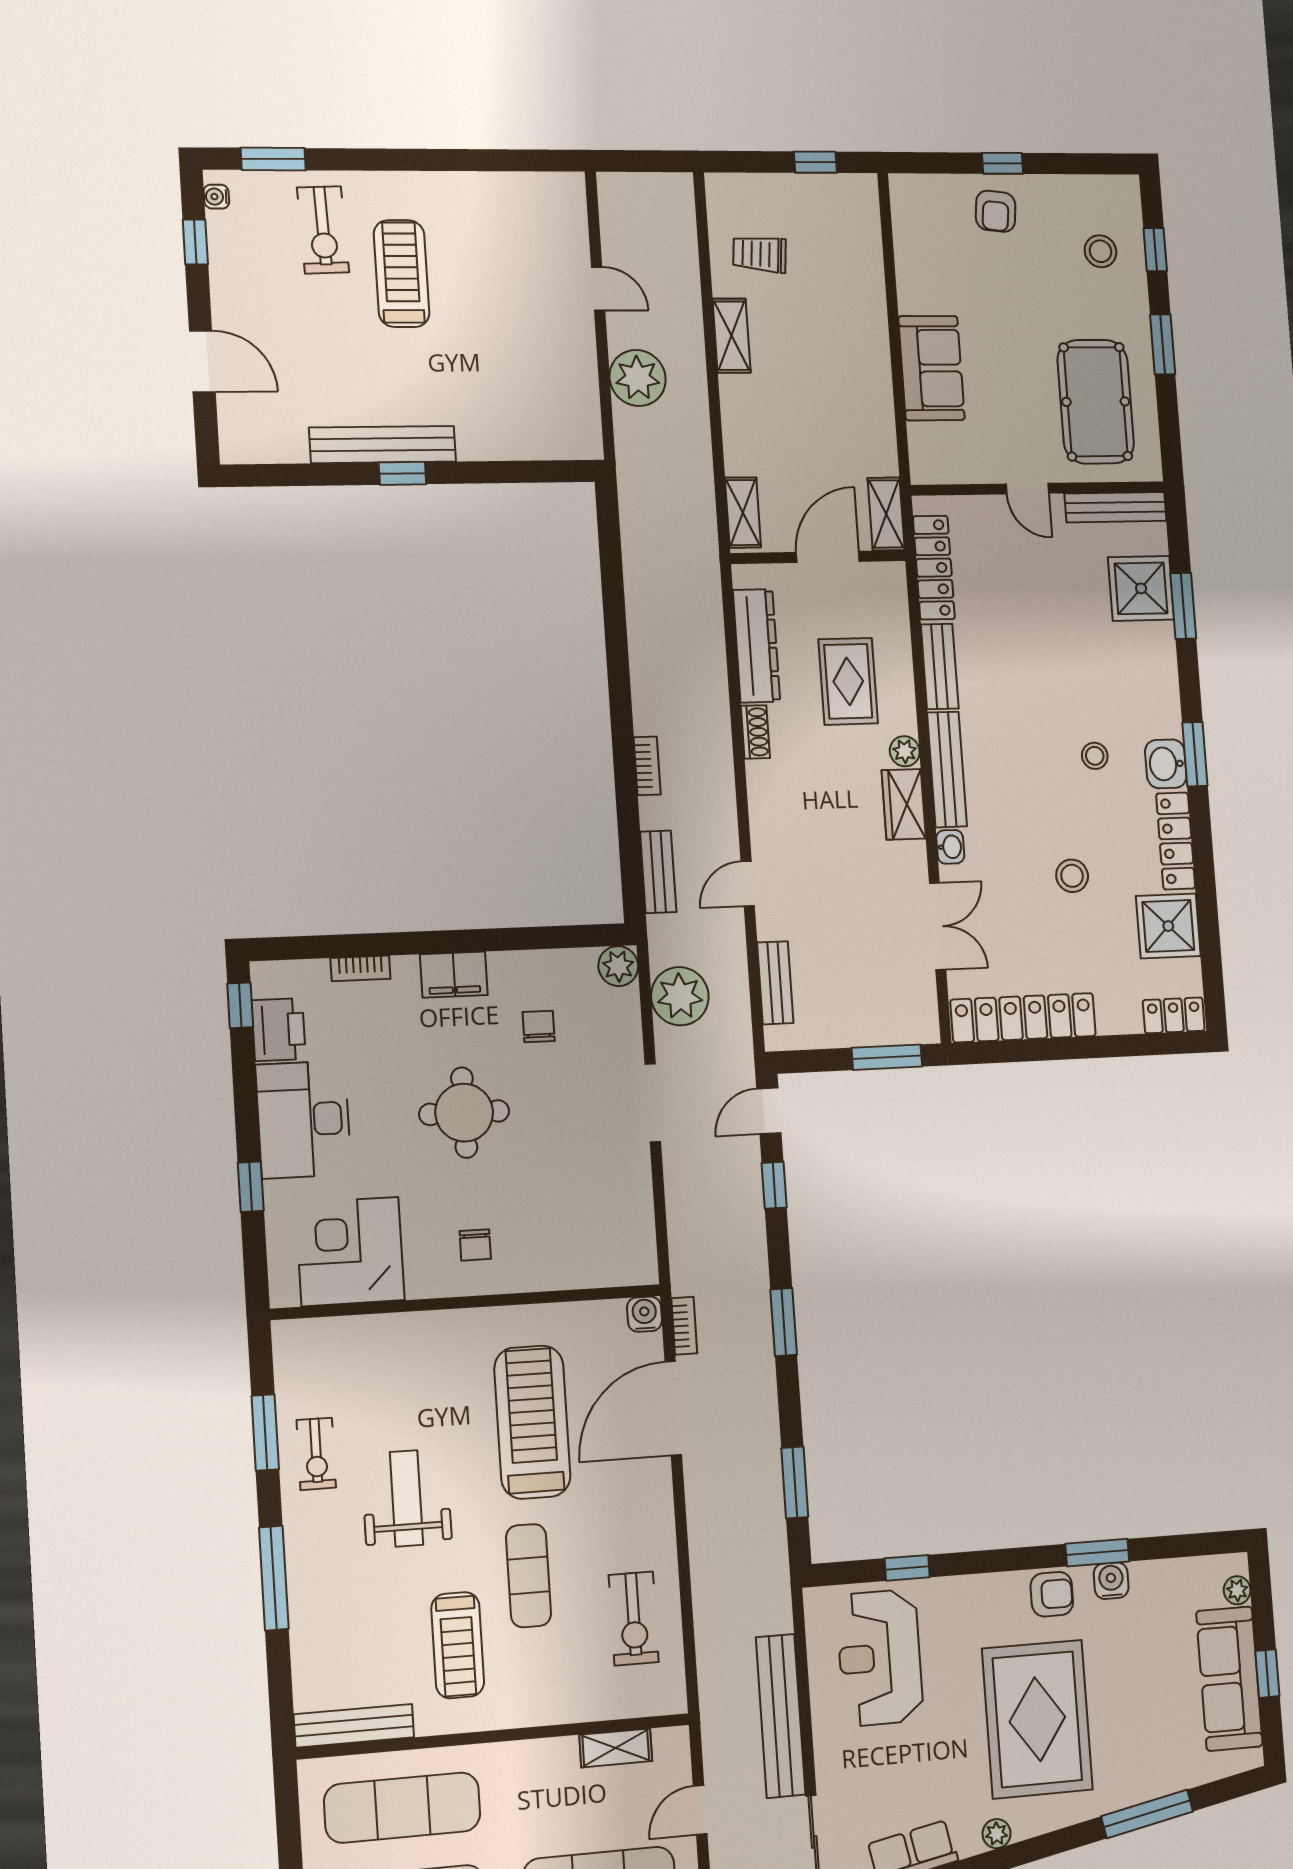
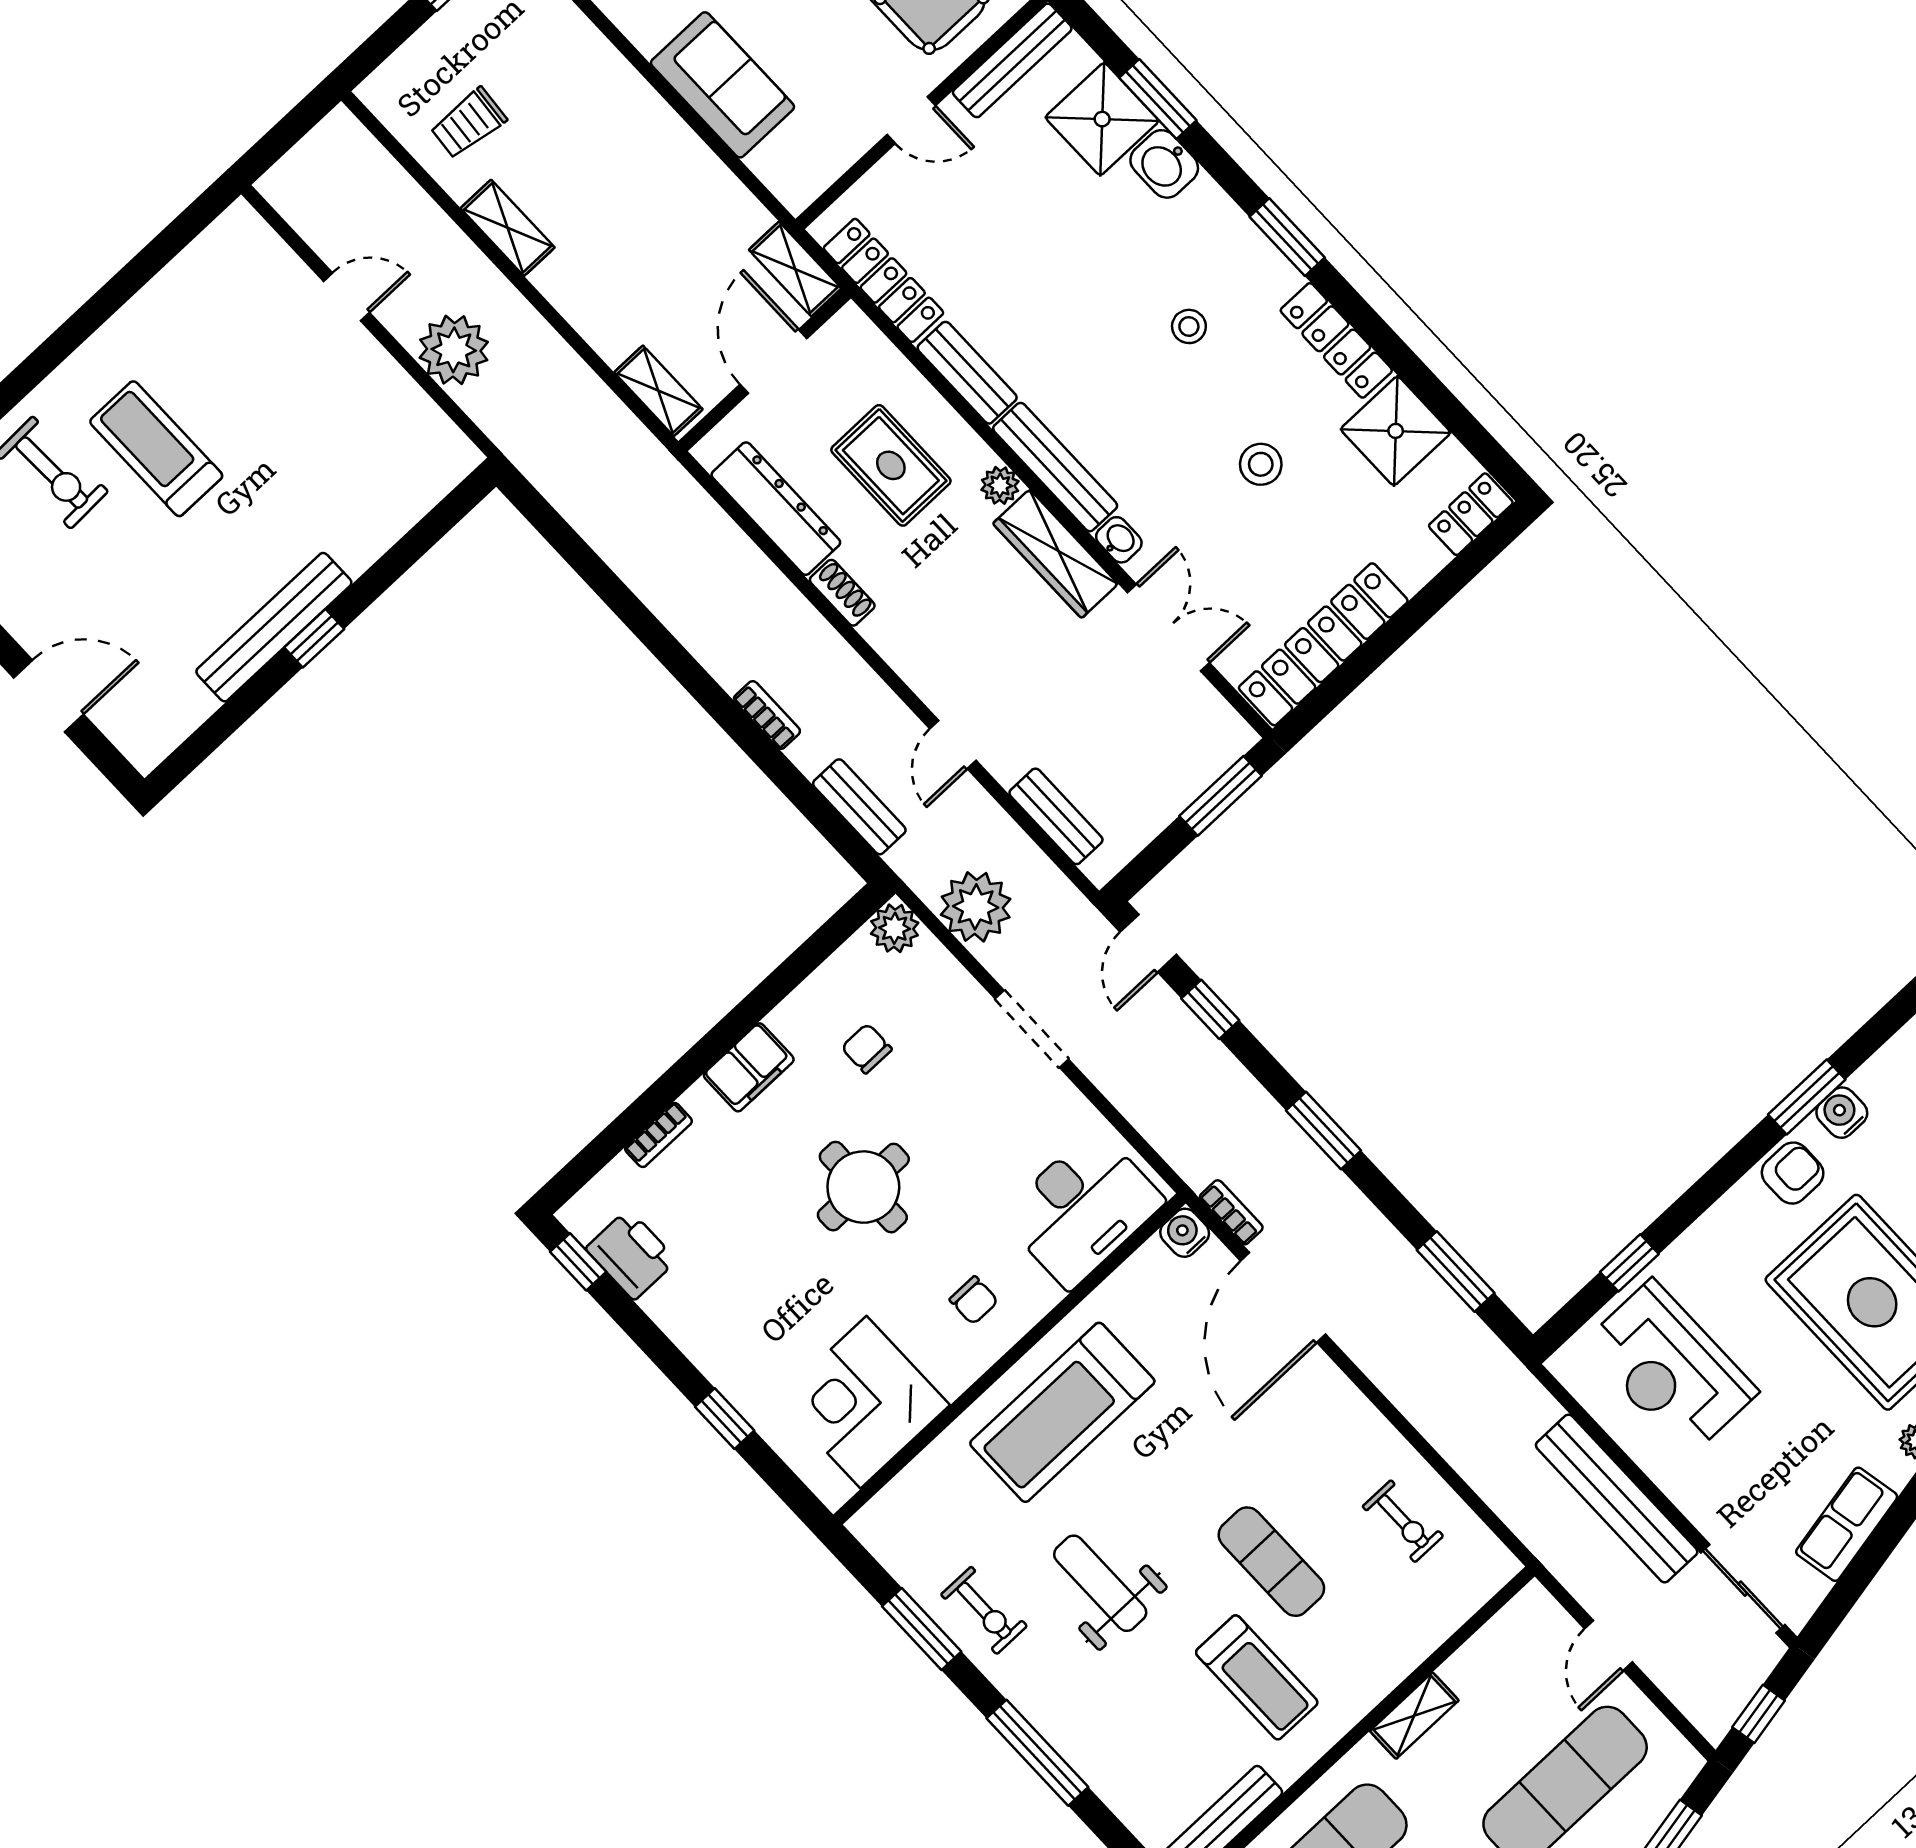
washbasin: (1166, 764) -> (1164, 164), moved
wardrobe: (904, 804) -> (1055, 554), width x1.50
desk: (304, 1119) -> (1082, 1209), moved, turned -90
treadmill: (532, 1422) -> (1062, 1412), moved, turned -90
exercise bike: (634, 1619) -> (1403, 1521), width x0.73, depth x0.72
shelving: (616, 1748) -> (1414, 1716), moved

